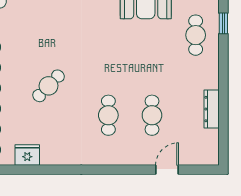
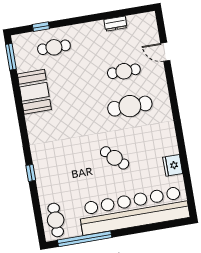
dresser: (212, 109) -> (115, 24), width x0.70
cafe table: (108, 115) -> (130, 106), width x1.37, depth x1.35

